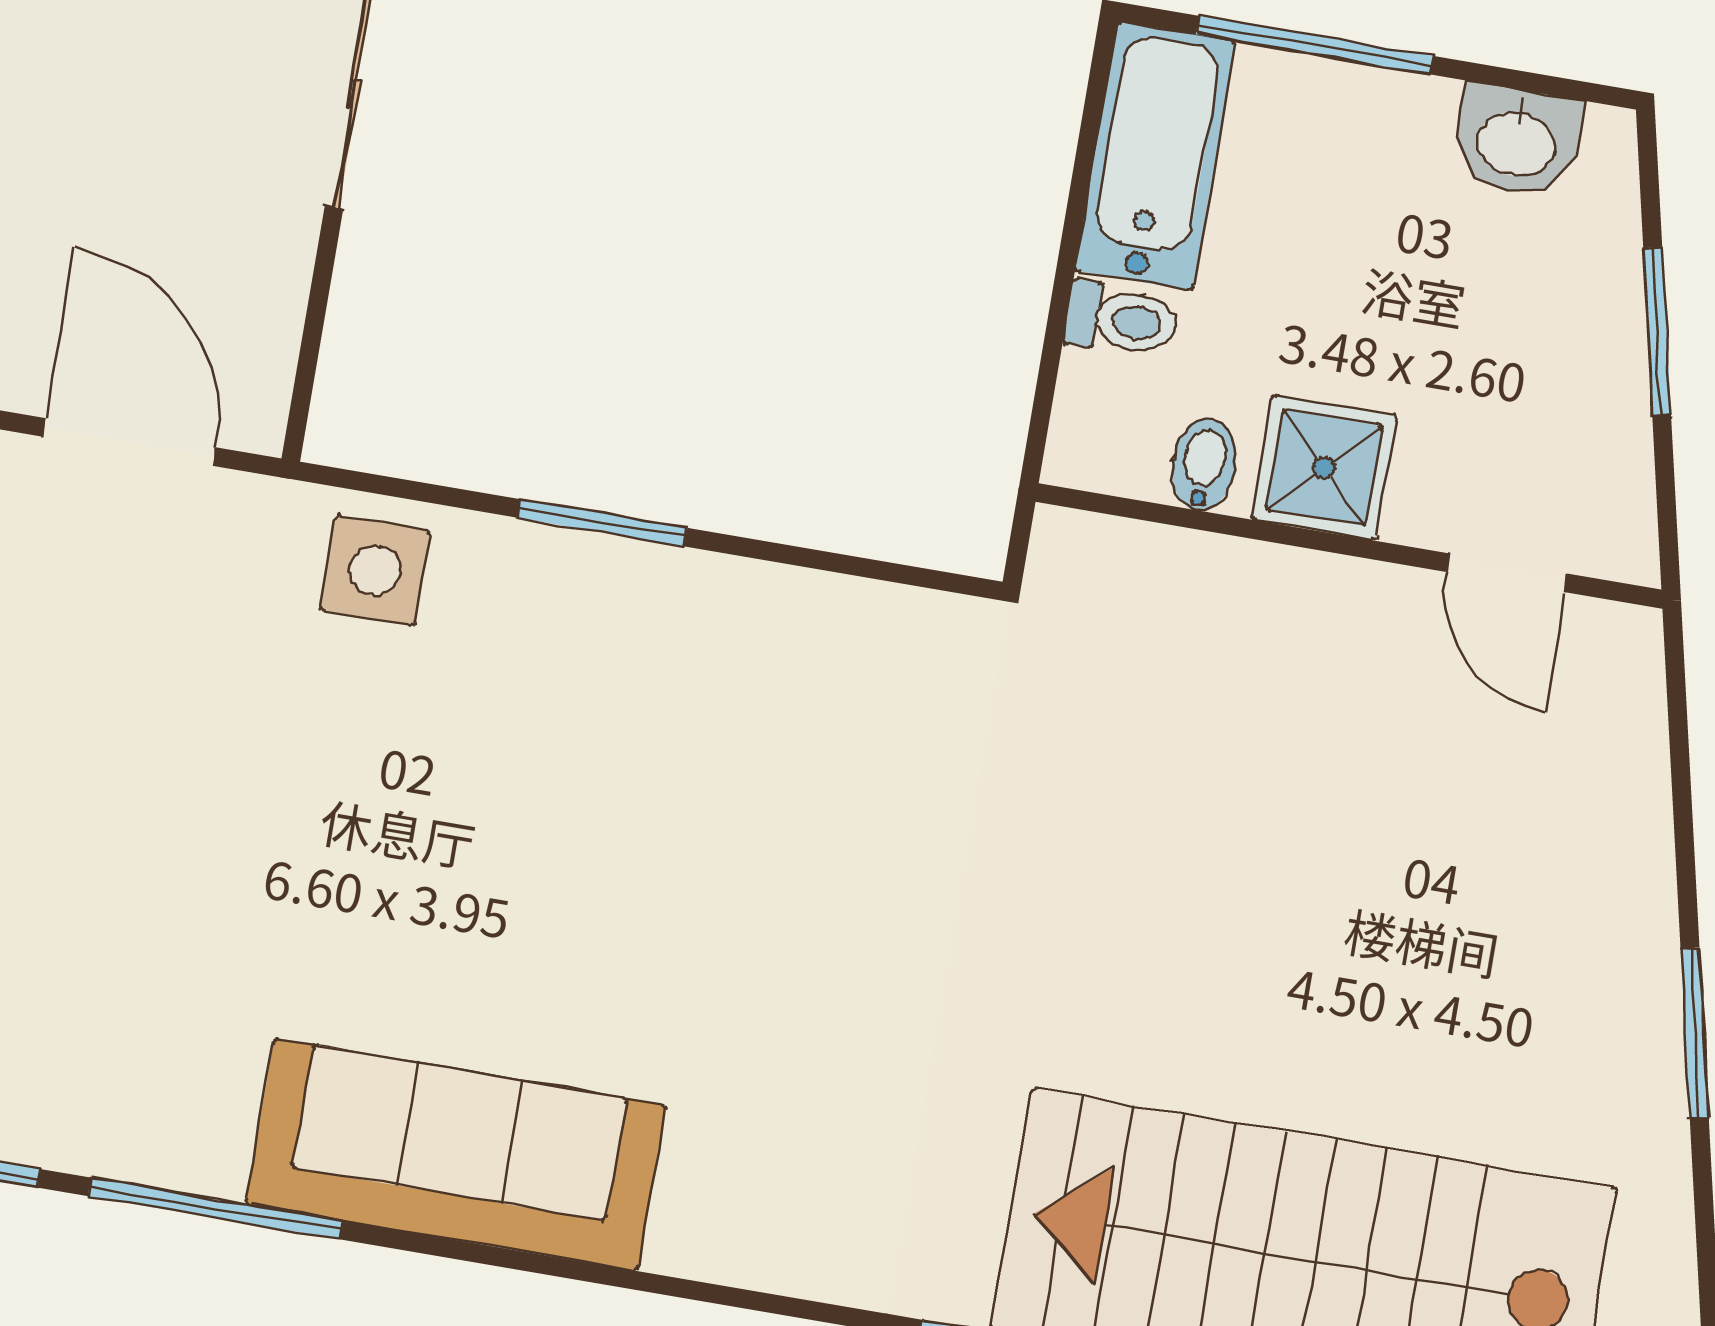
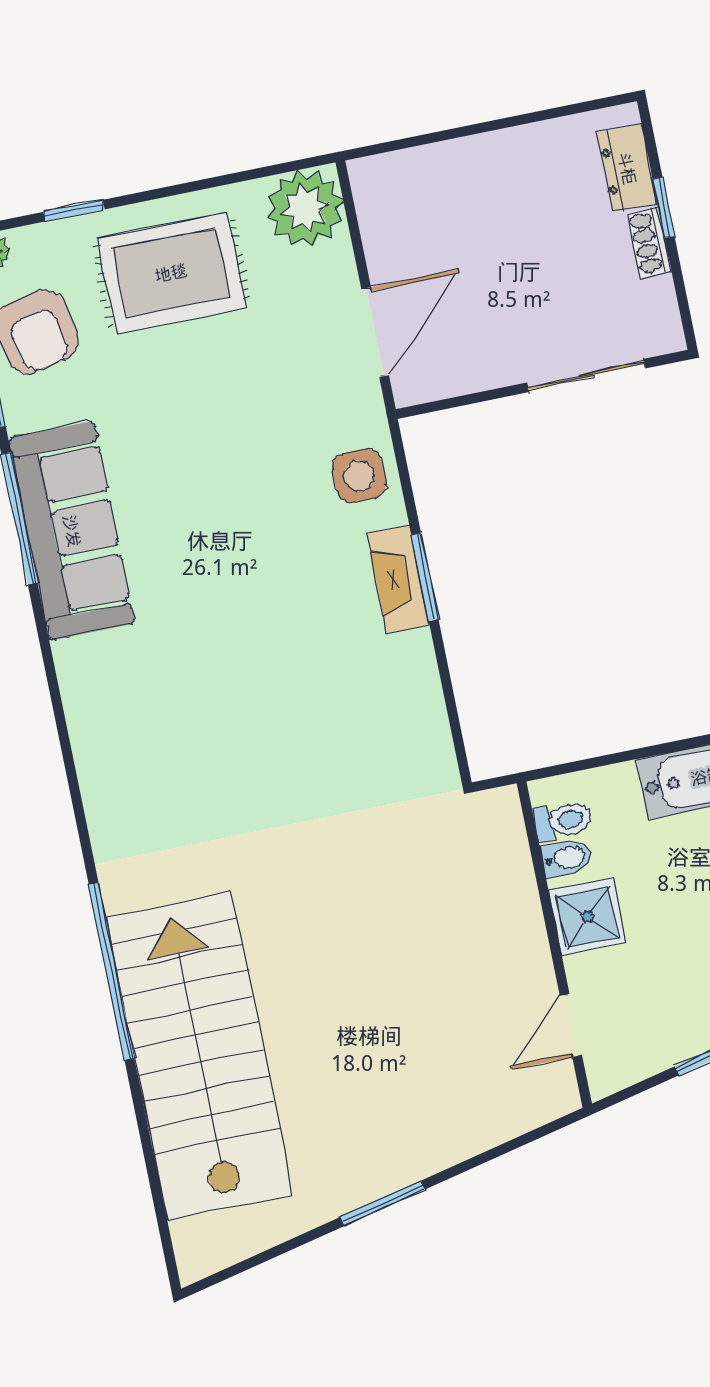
toilet: (1121, 320) -> (563, 821), moved, turned -90
fireplace: (588, 572) -> (398, 579), added
sofa: (456, 1154) -> (72, 531), moved

